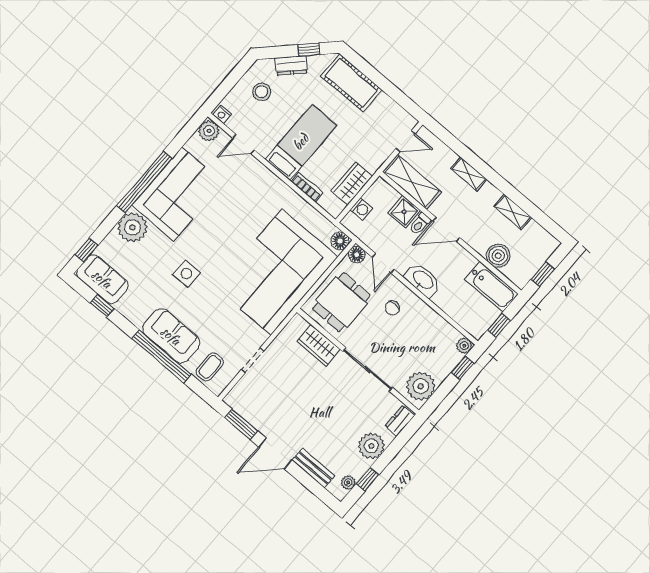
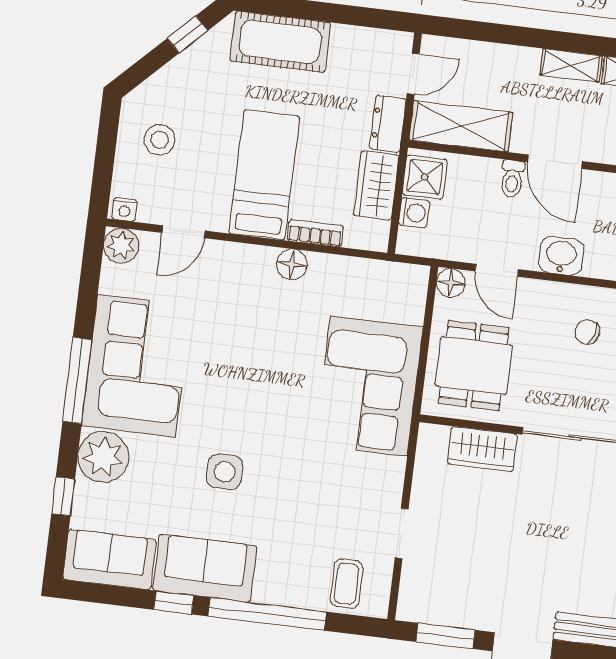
dresser: (291, 65) -> (388, 124), moved, turned 135
shelving: (469, 174) -> (571, 65), moved
window: (144, 182) -> (77, 380), width x0.68
shower: (404, 212) -> (425, 177), moved
door: (446, 229) -> (555, 162), hinge flipped
floor lamp: (340, 241) -> (292, 264), moved
window: (86, 250) -> (63, 496), moved
corner sofa: (277, 272) -> (369, 386), width x0.73, depth x0.74
washbasin: (423, 280) -> (561, 256), width x0.72
window: (102, 306) -> (174, 603), moved
chair: (392, 308) -> (587, 332), moved, turned 106
sofa: (171, 336) -> (205, 568), moved

